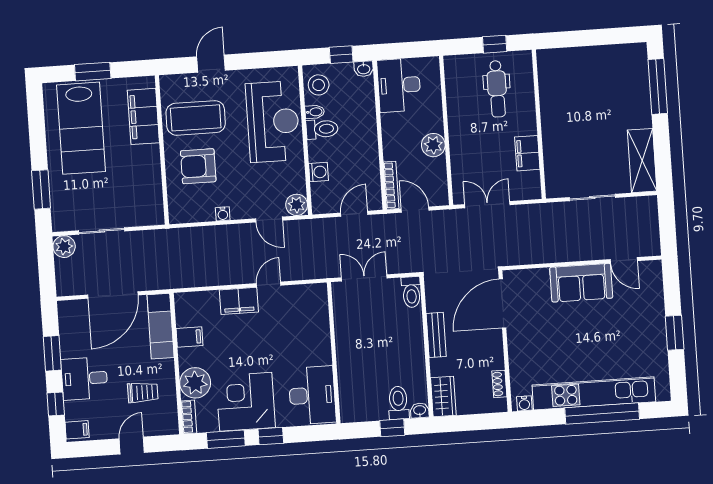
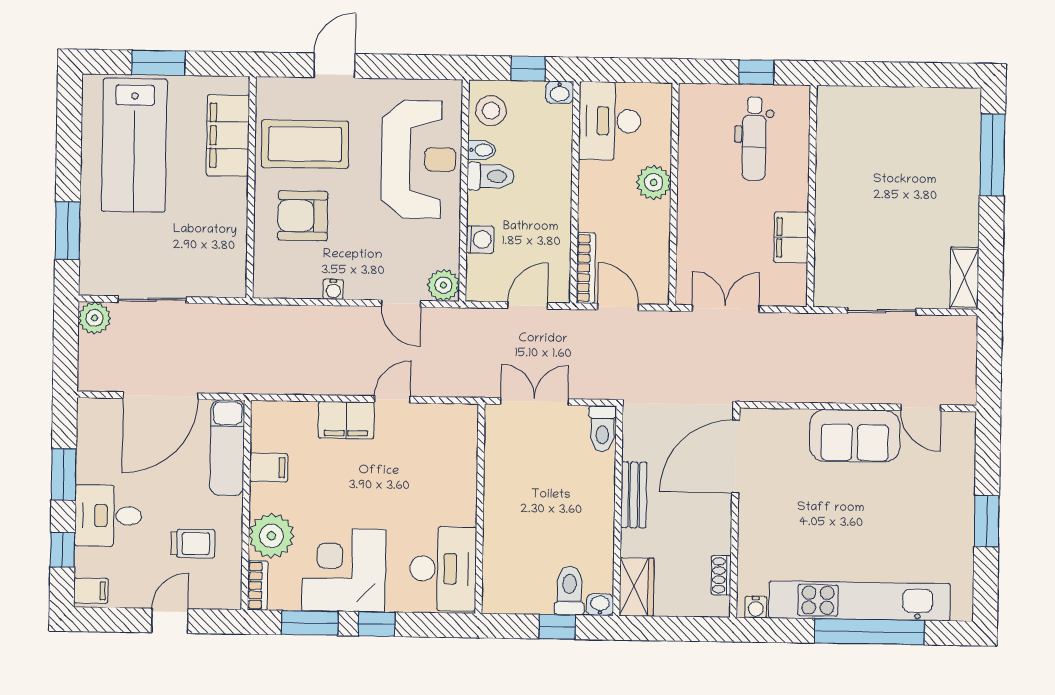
plant: (433, 145) -> (654, 183), moved
shelving: (642, 161) -> (964, 278), width x0.67, depth x0.75

